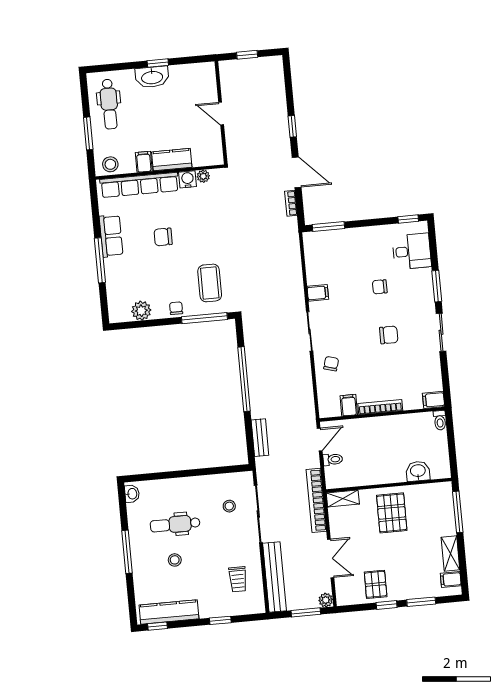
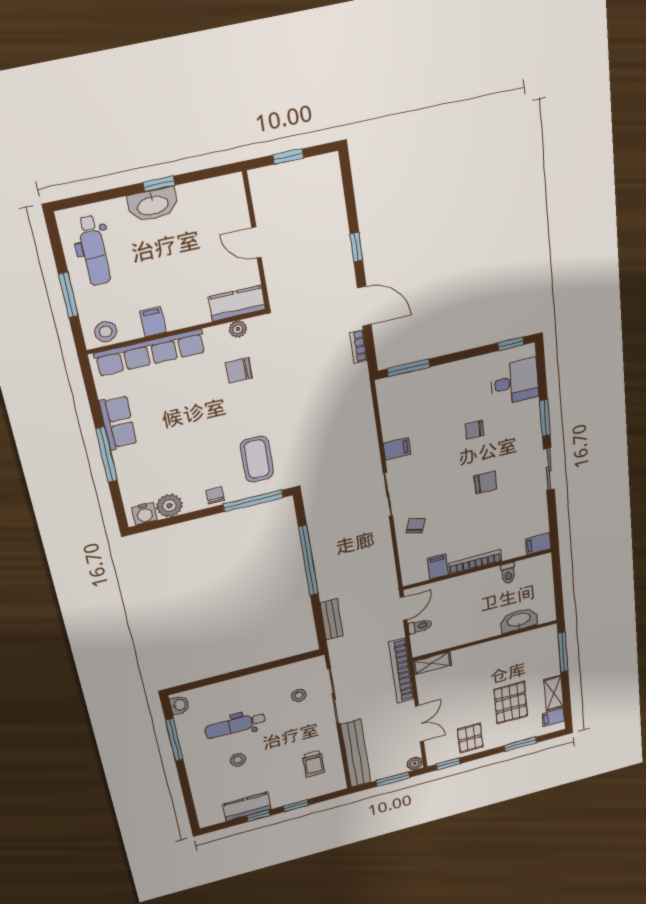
kitchen counter: (172, 160) -> (237, 303), moved
water cooler: (188, 179) -> (145, 514), moved, turned 180
chair: (163, 237) -> (239, 370), moved
toilet: (440, 420) -> (508, 573), moved
washbasin: (418, 471) -> (519, 620), width x1.38
pallet: (392, 513) -> (511, 703), moved
window: (127, 552) -> (174, 740), moved
window: (387, 605) -> (448, 764), moved
kitchen counter: (169, 612) -> (247, 807), width x0.67
window: (158, 626) -> (258, 816), moved

